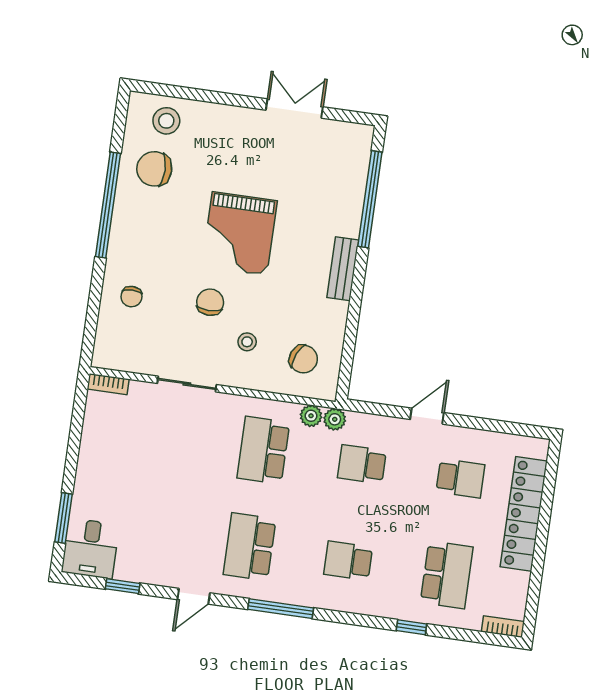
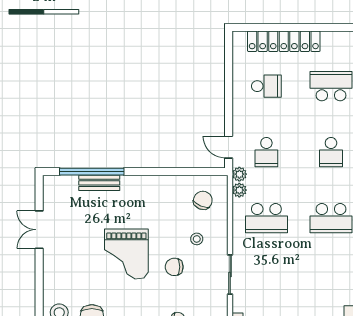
grand piano: (240, 234) -> (126, 254), turned 90
bench: (343, 269) -> (99, 183), moved
door: (427, 416) -> (229, 147), moved
school desk: (460, 478) -> (266, 86), turned 90

